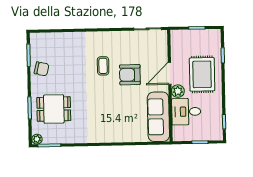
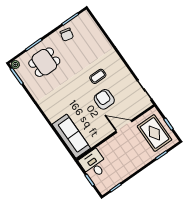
rug: (202, 74) -> (154, 133), moved, turned 90
plant: (178, 91) -> (115, 141), removed
dining table: (54, 109) -> (44, 62), turned 90
desk: (186, 112) -> (94, 164), moved
sofa: (158, 117) -> (71, 136), moved, turned 90

